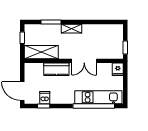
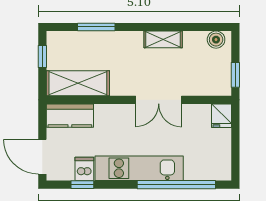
shelving: (71, 29) -> (163, 39), moved
boiler: (115, 29) -> (216, 40), added
kitchen counter: (56, 69) -> (70, 116), moved
kitchen unit: (98, 97) -> (139, 168), moved

